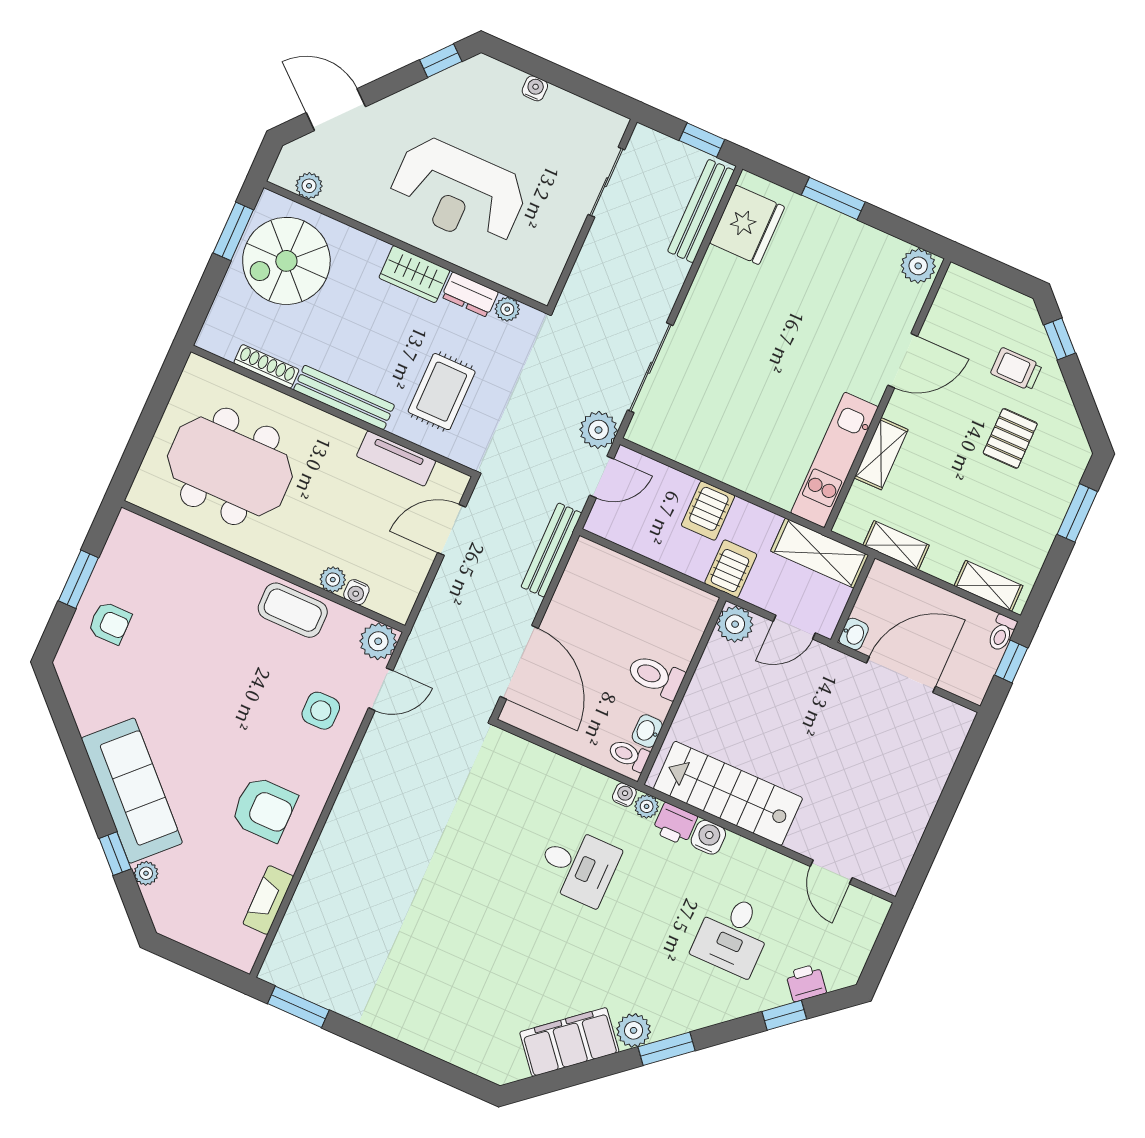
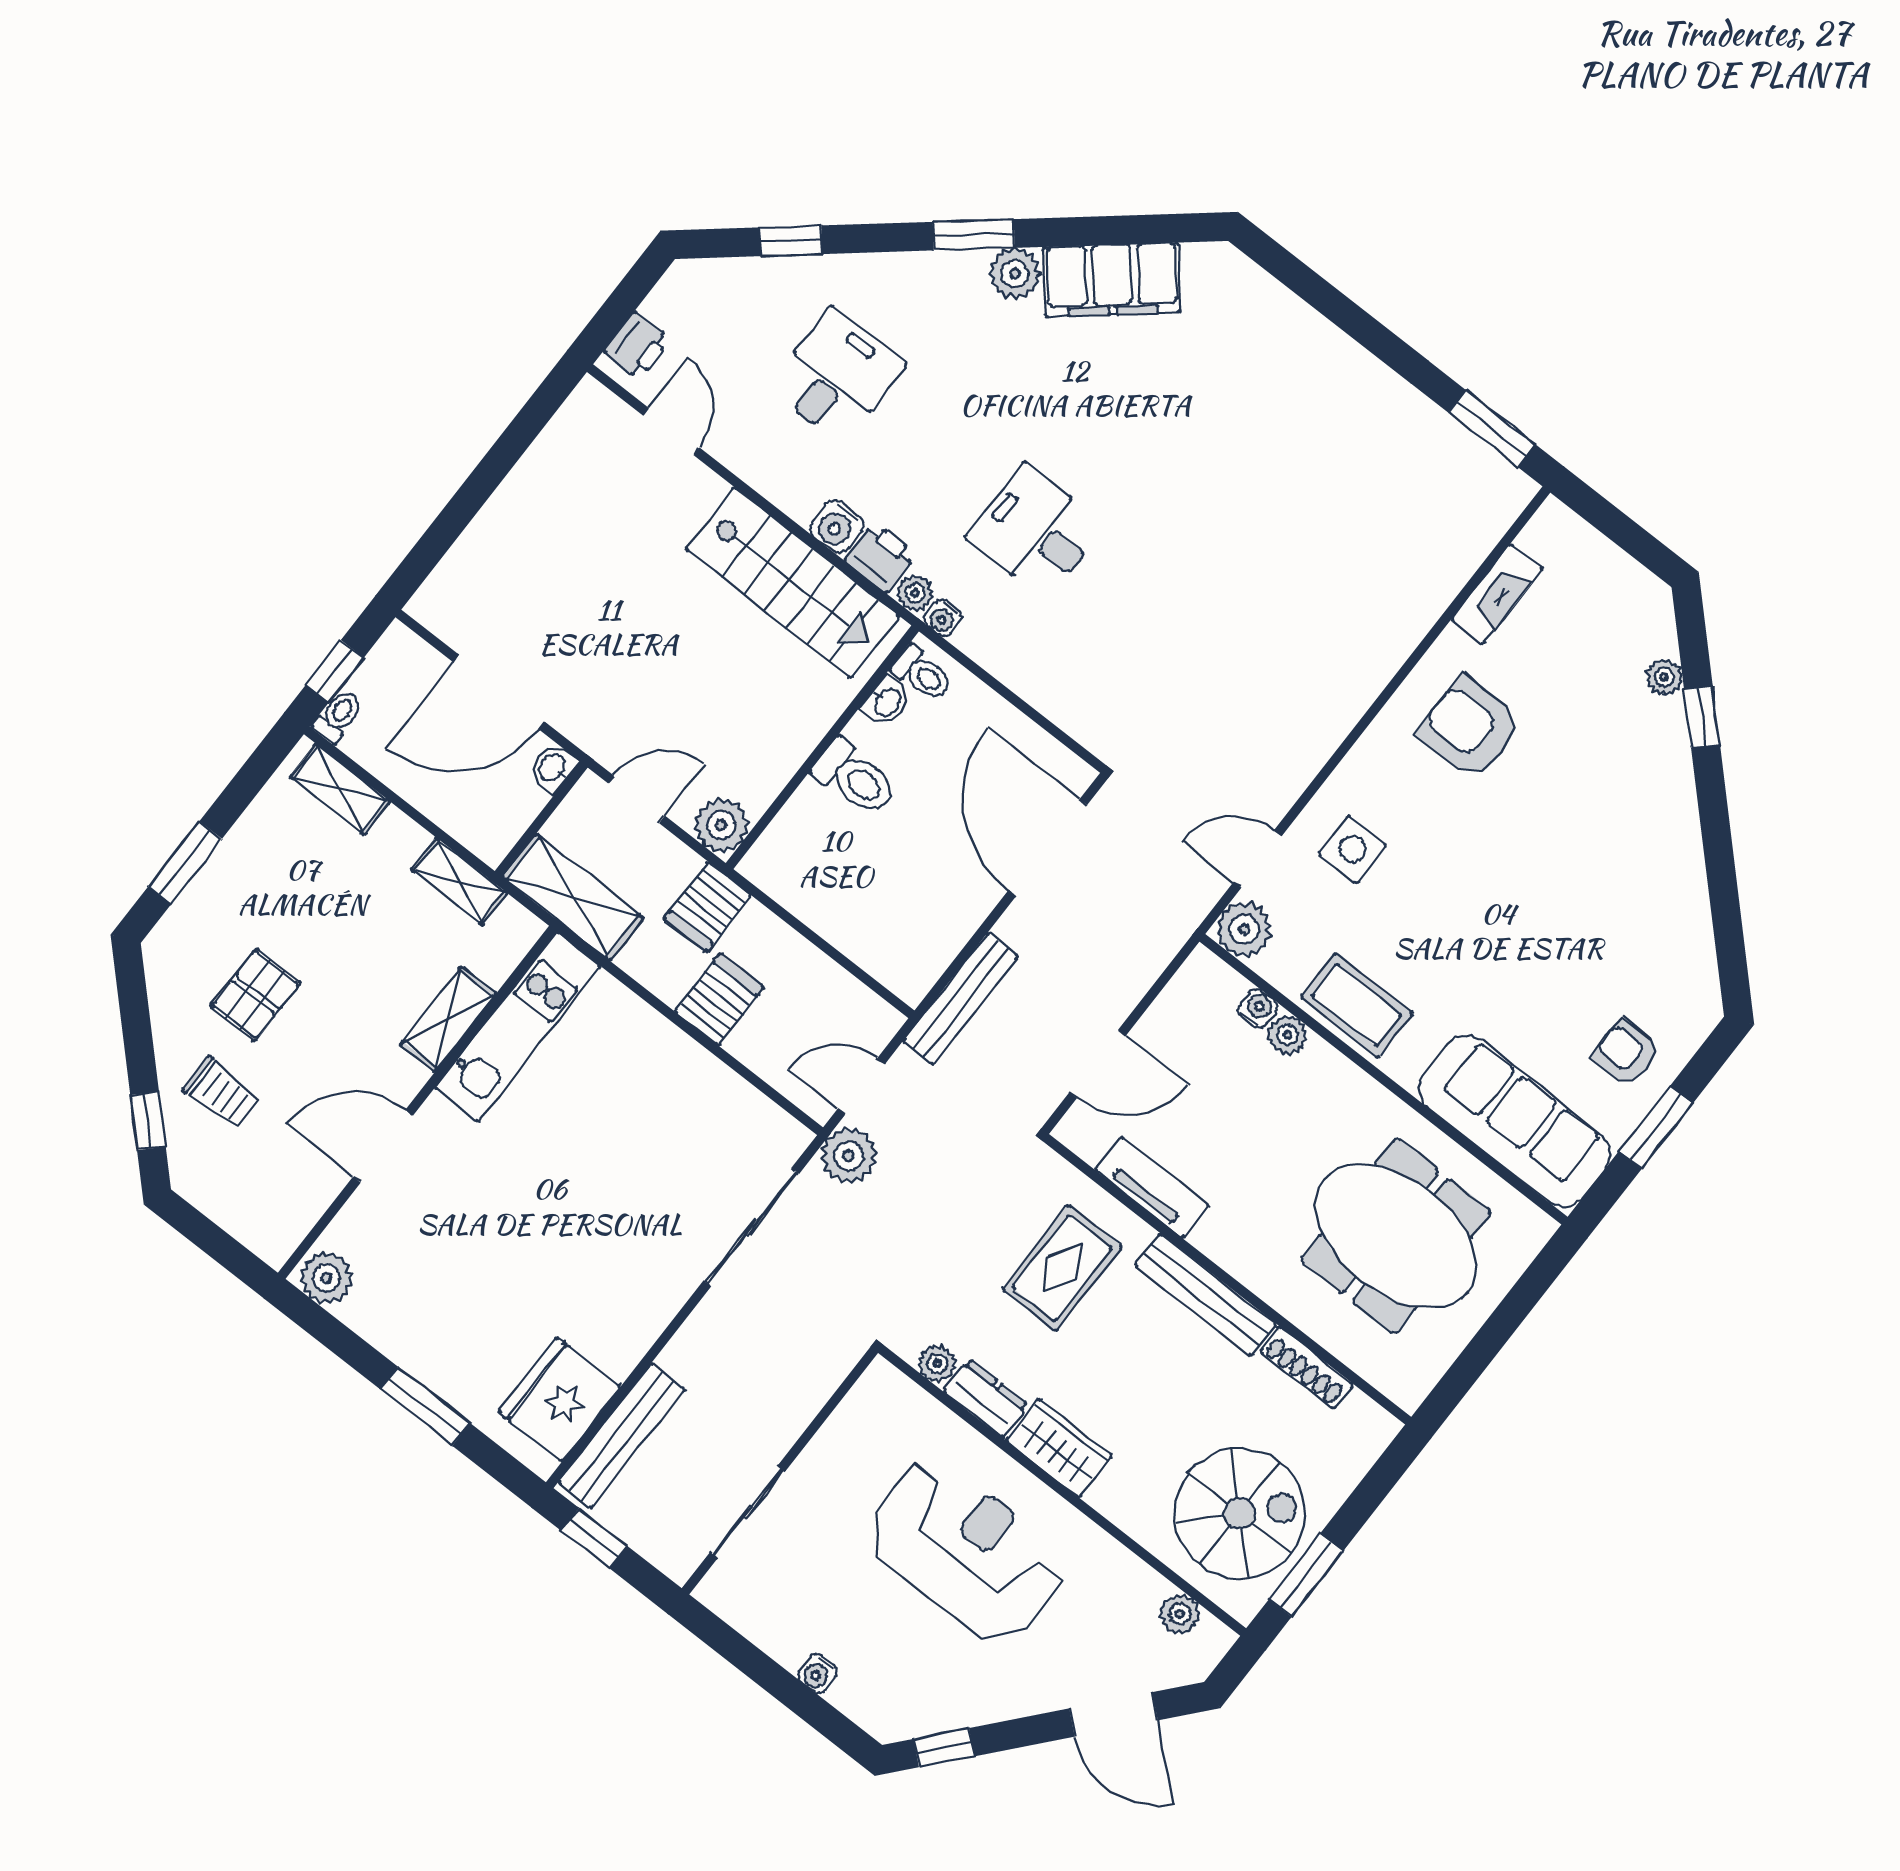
sofa: (132, 791) -> (1515, 1121), moved, turned 135
printer: (806, 983) -> (637, 346), moved, turned -50

